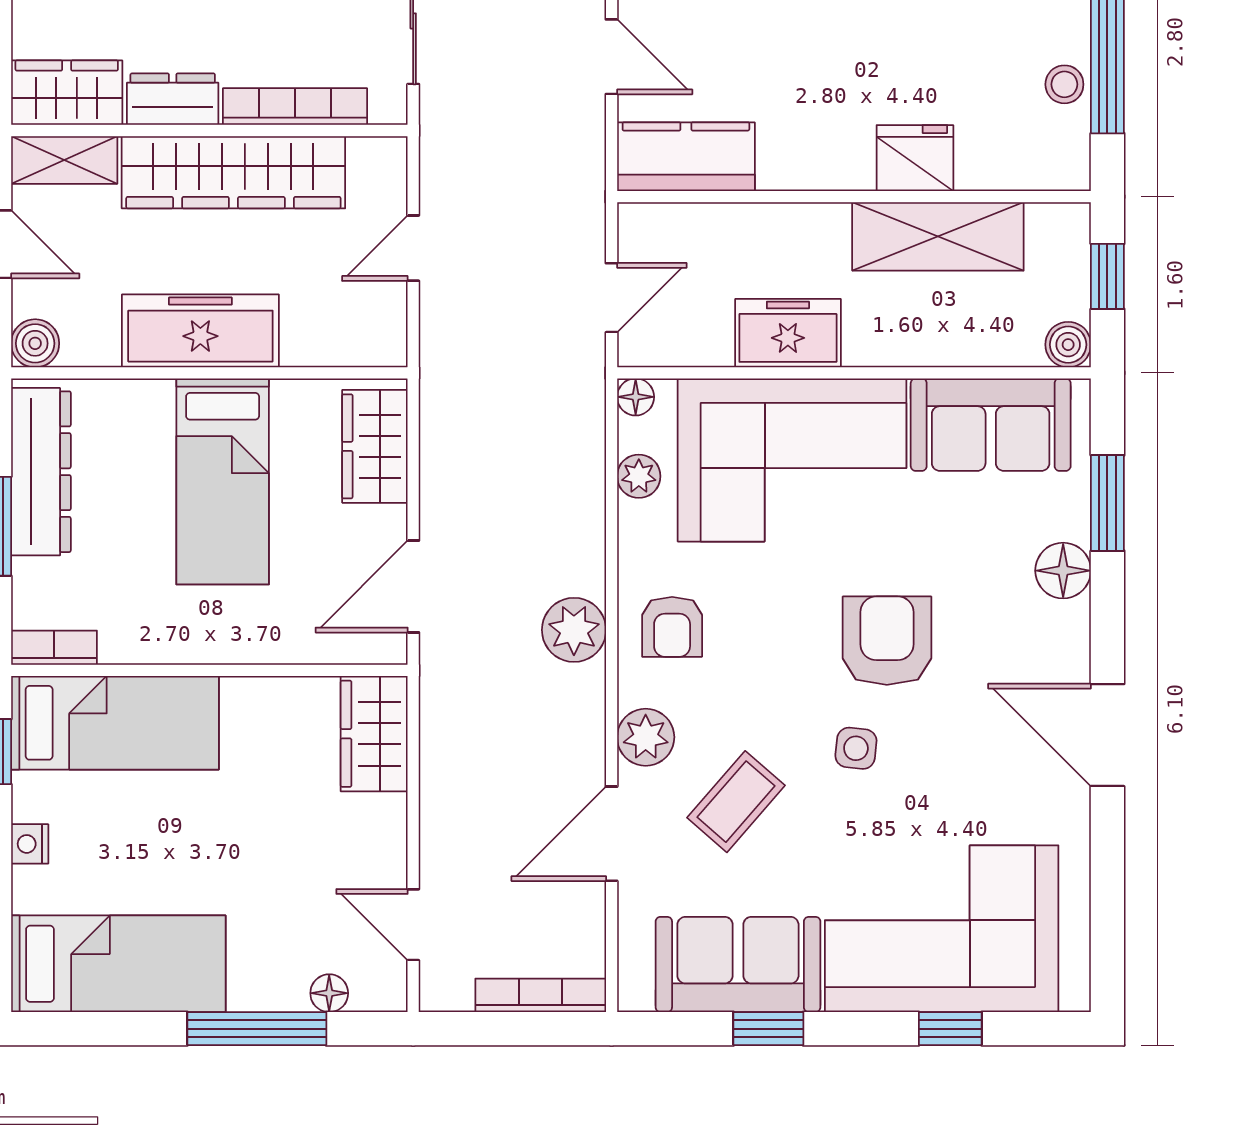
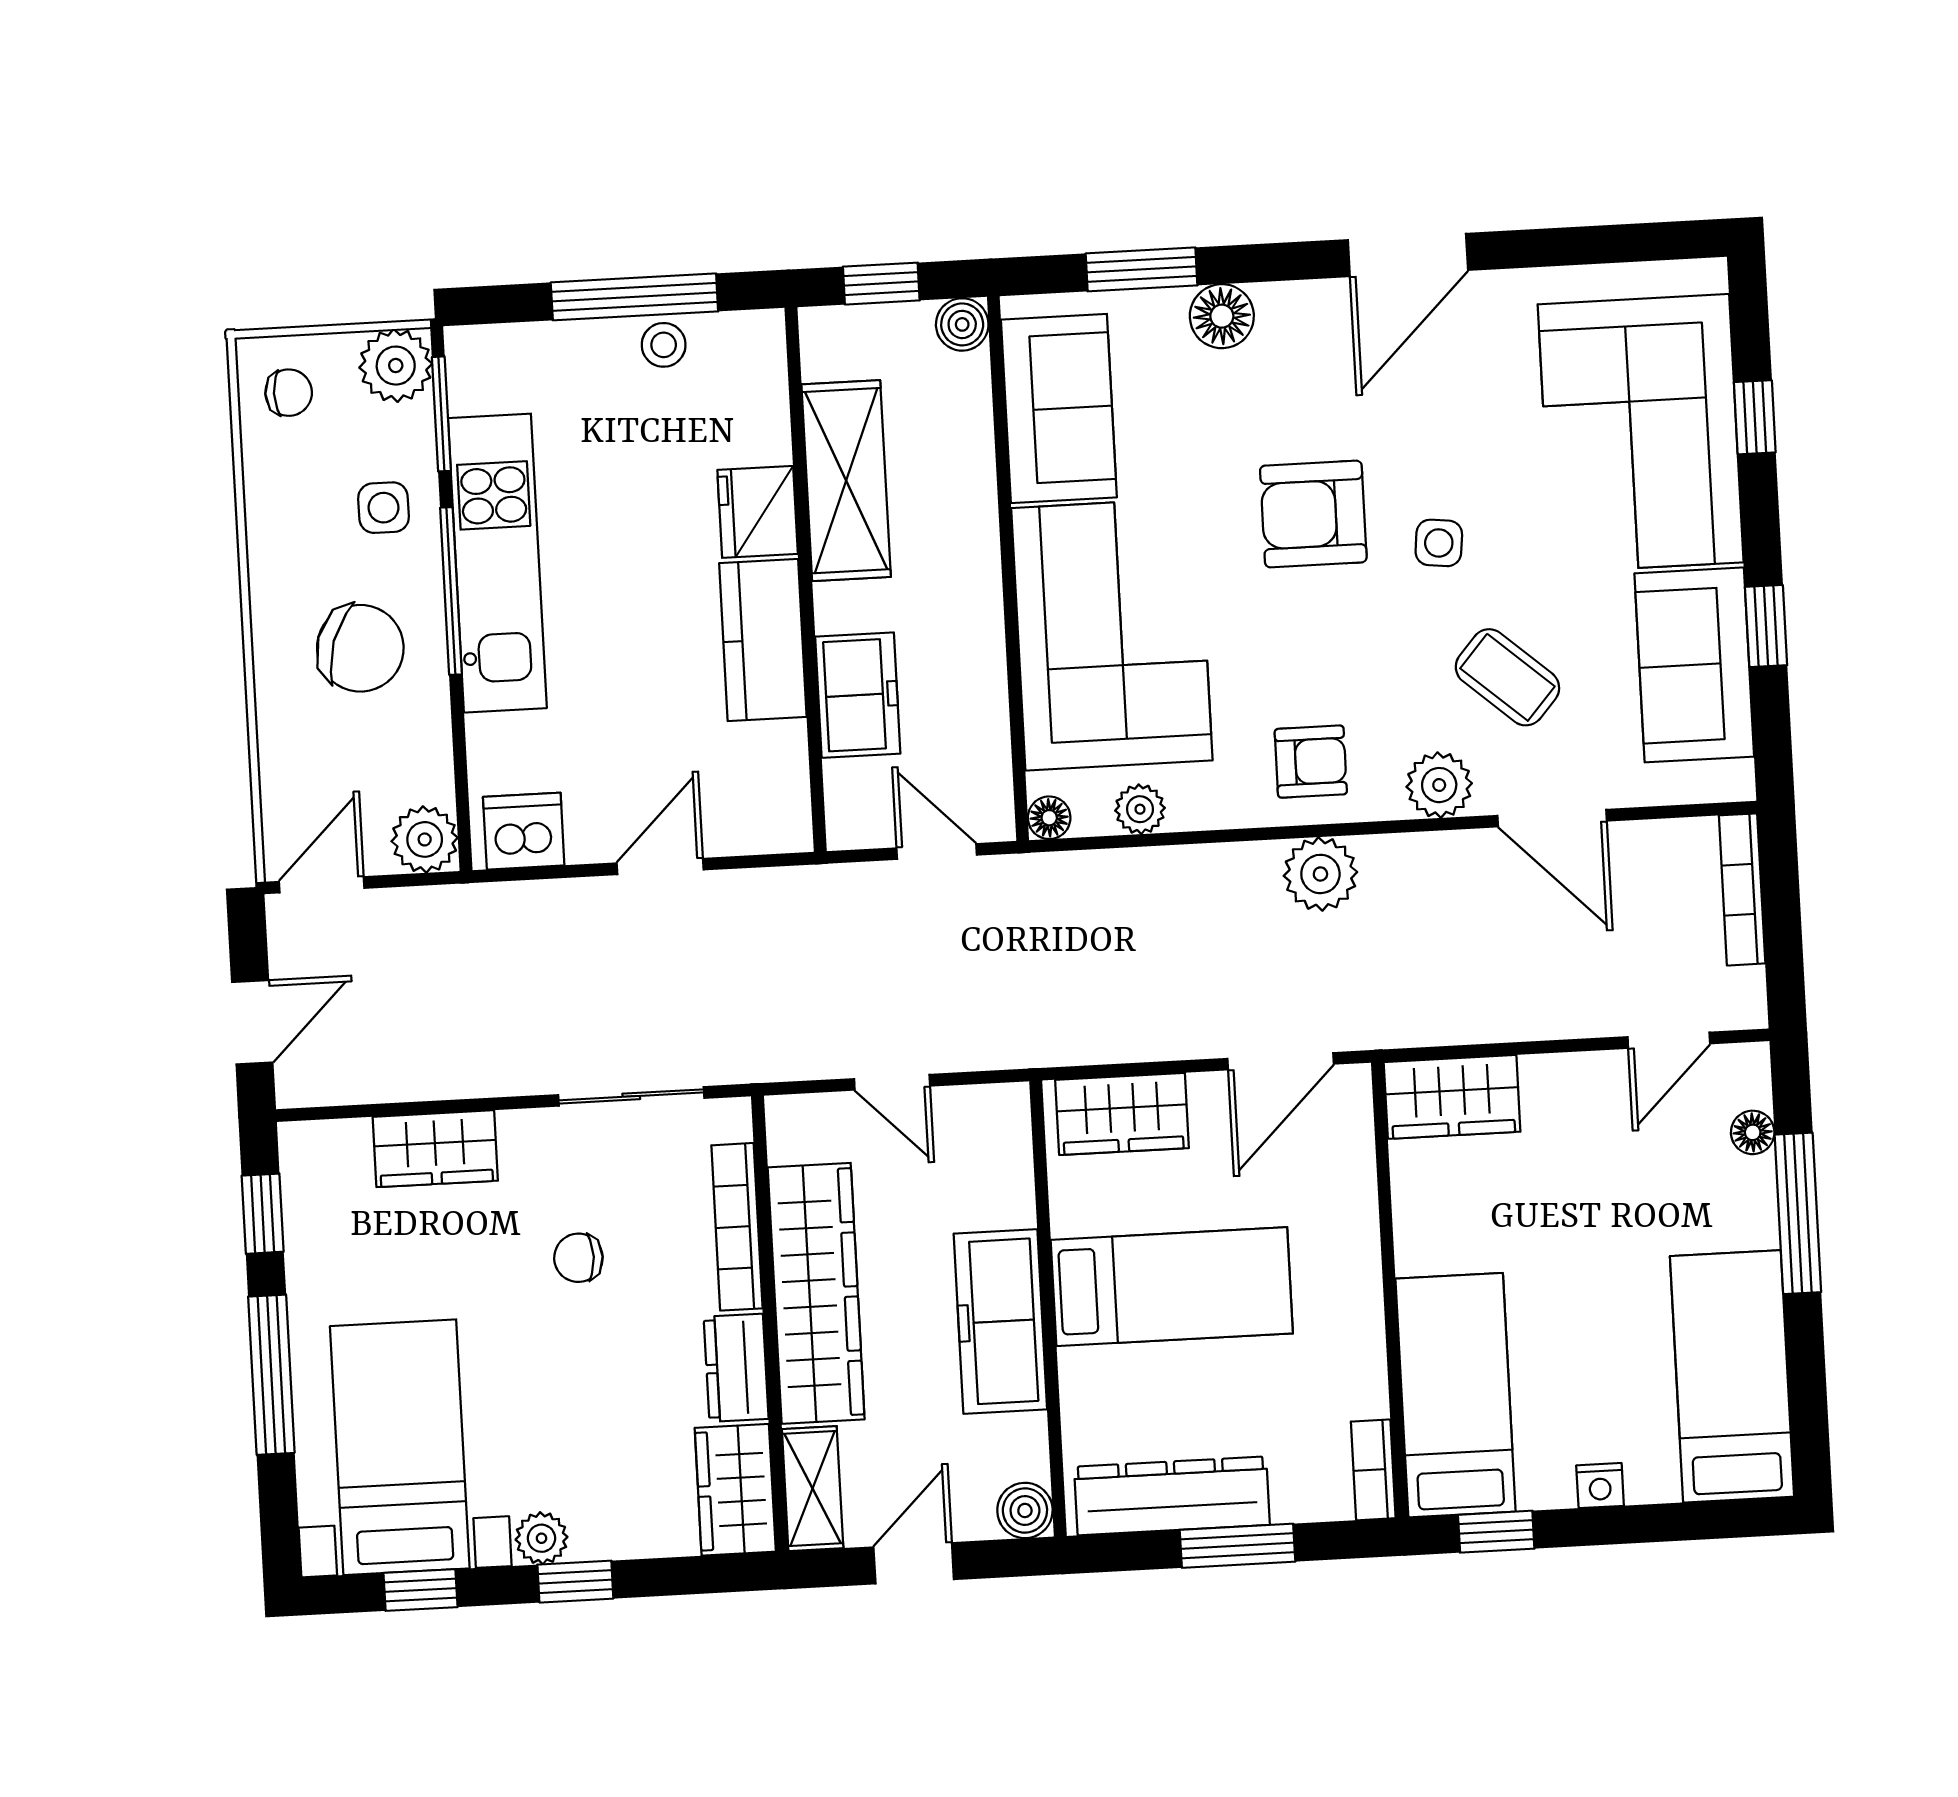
kitchen counter: (686, 157) -> (763, 640), moved
freezer: (788, 333) -> (858, 695), moved, turned 180
door: (413, 587) -> (1281, 1061), hinge flipped

